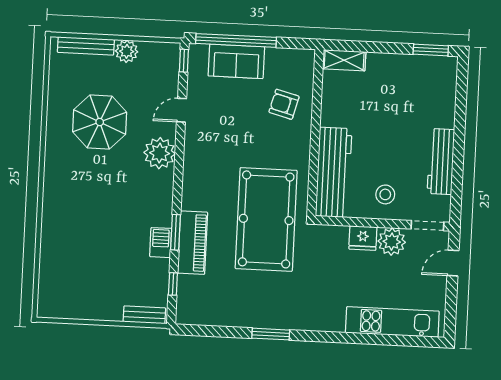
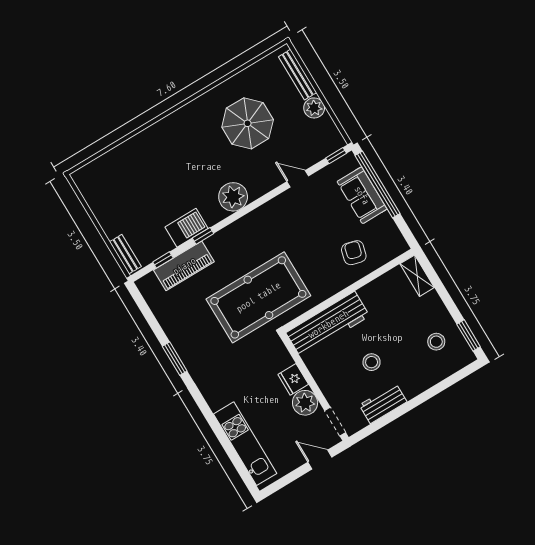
stool: (417, 83) -> (436, 342), added
plant: (160, 153) -> (233, 197), moved
workbench: (441, 162) -> (383, 403), width x0.73
stool: (385, 194) -> (372, 362), moved
window: (176, 232) -> (203, 236), width x0.67
barbecue: (161, 243) -> (187, 228), width x1.38, depth x1.27
piano: (193, 243) -> (184, 266), moved

